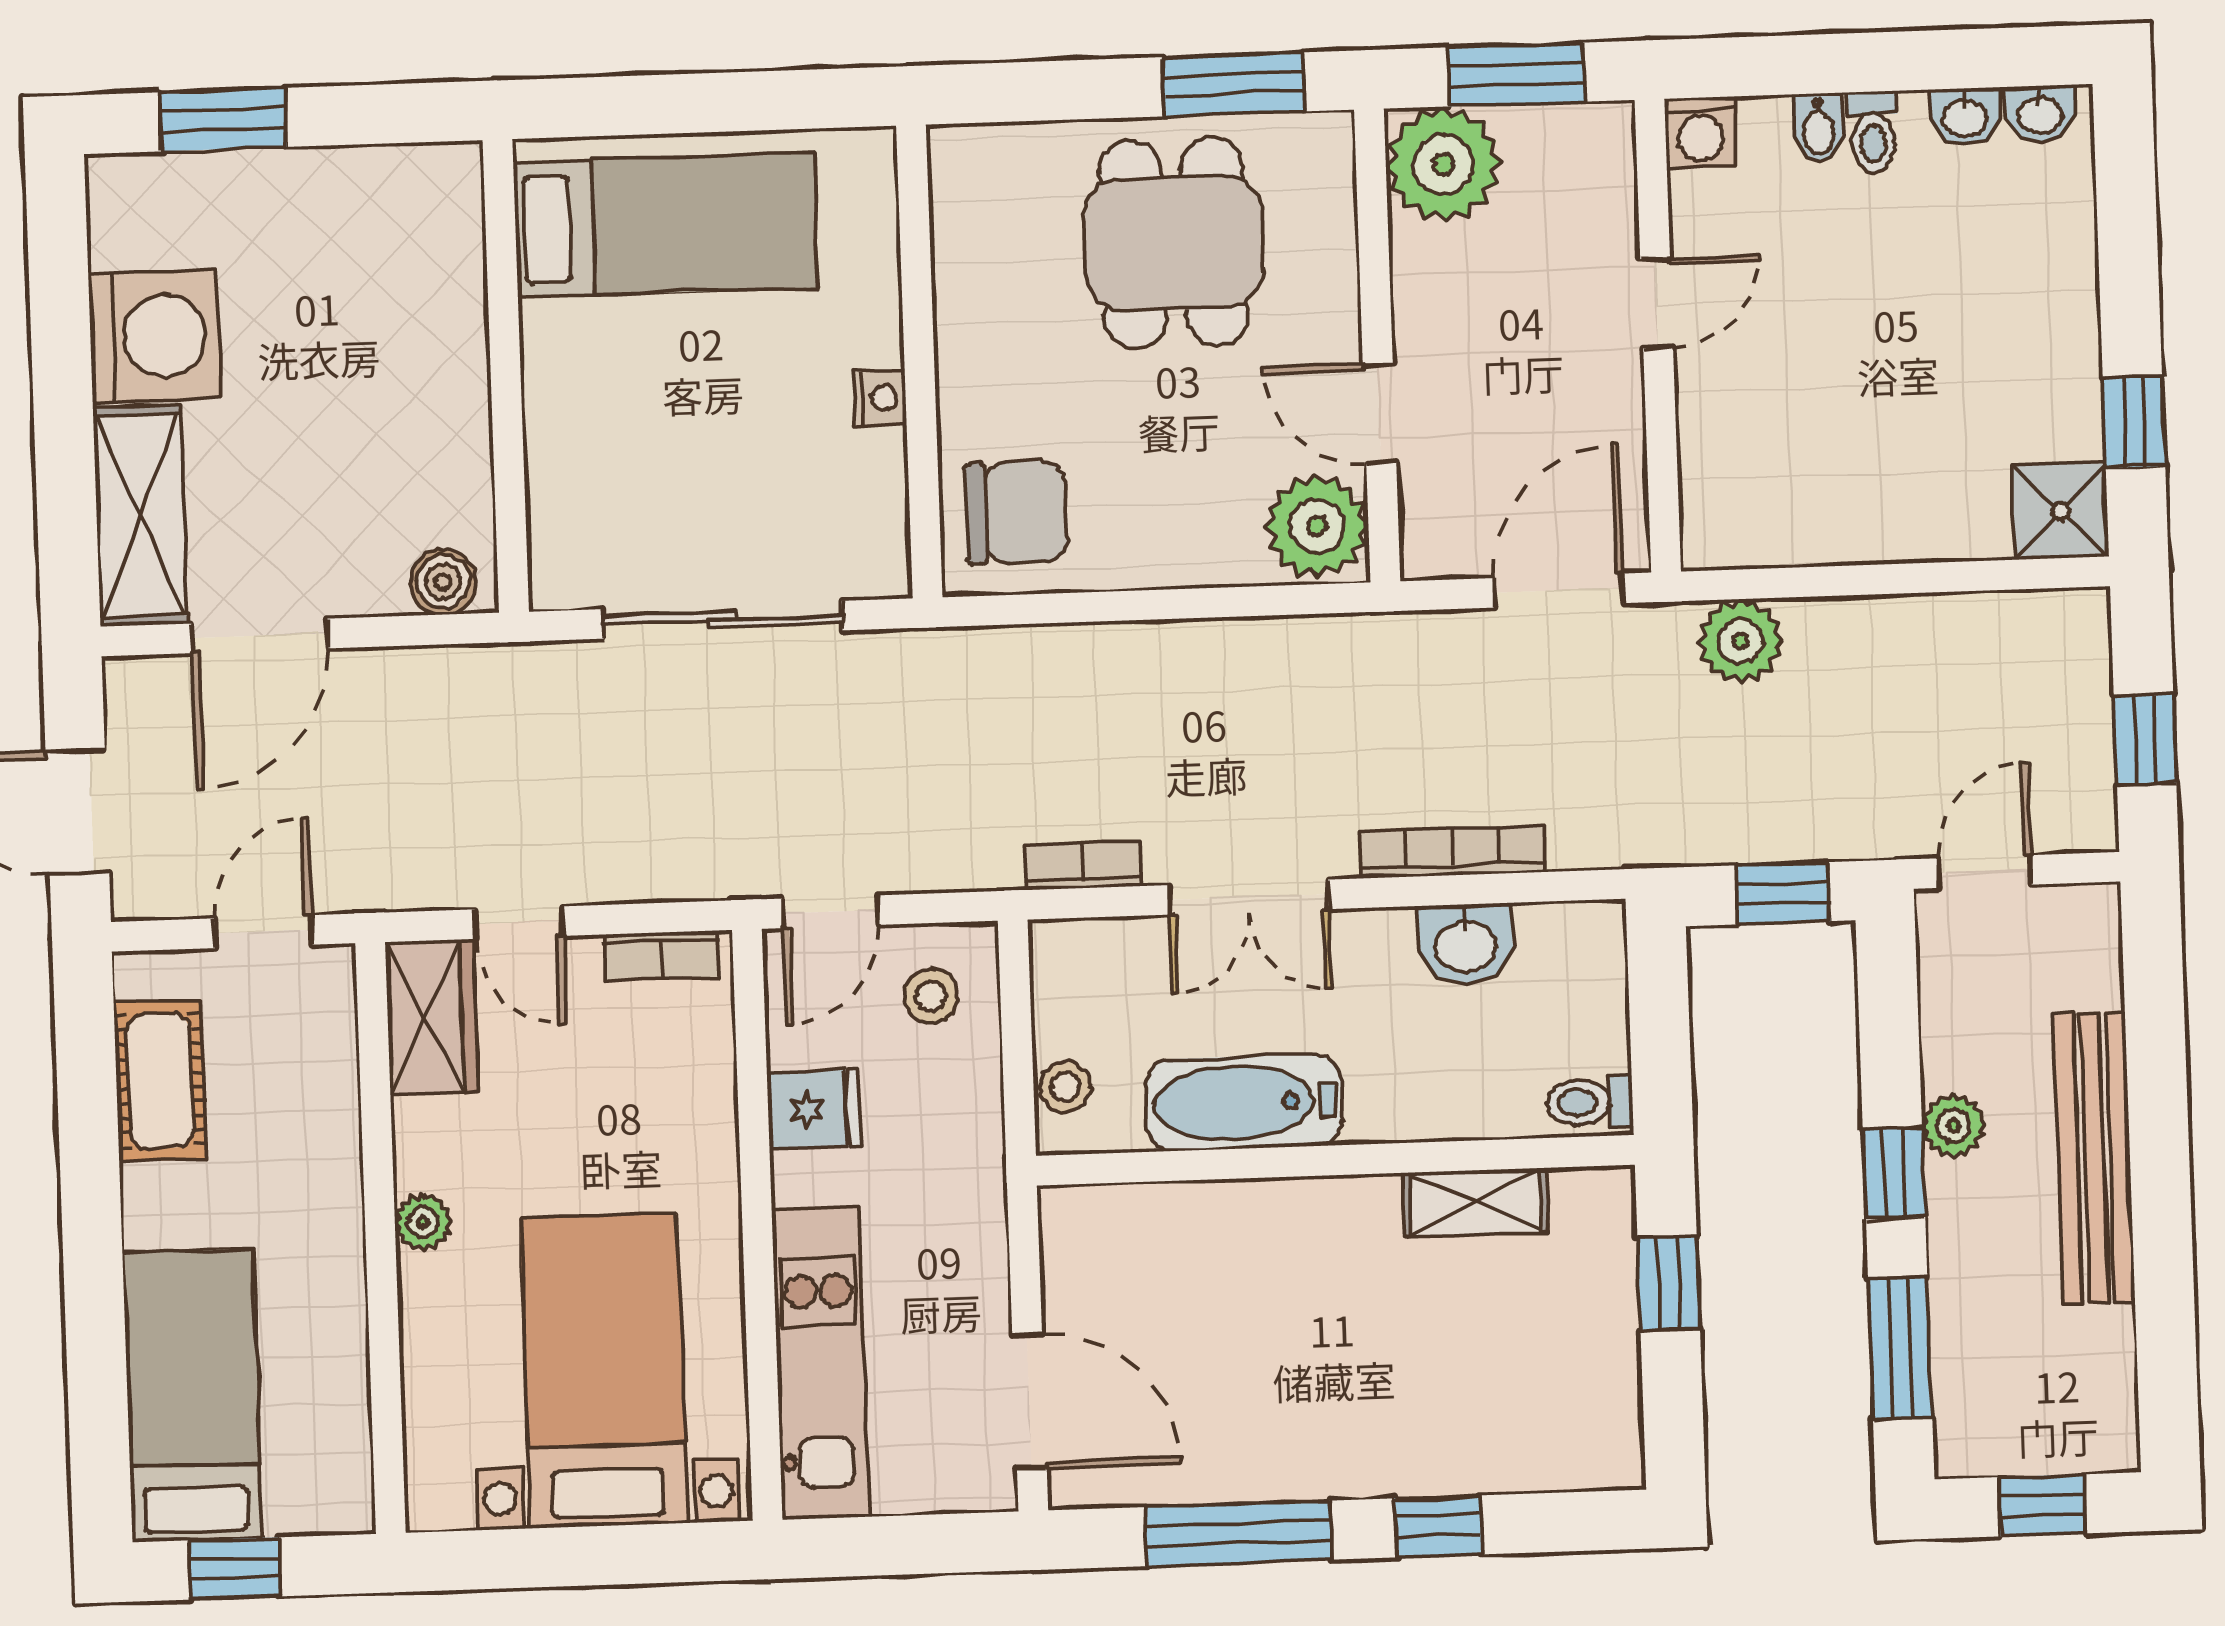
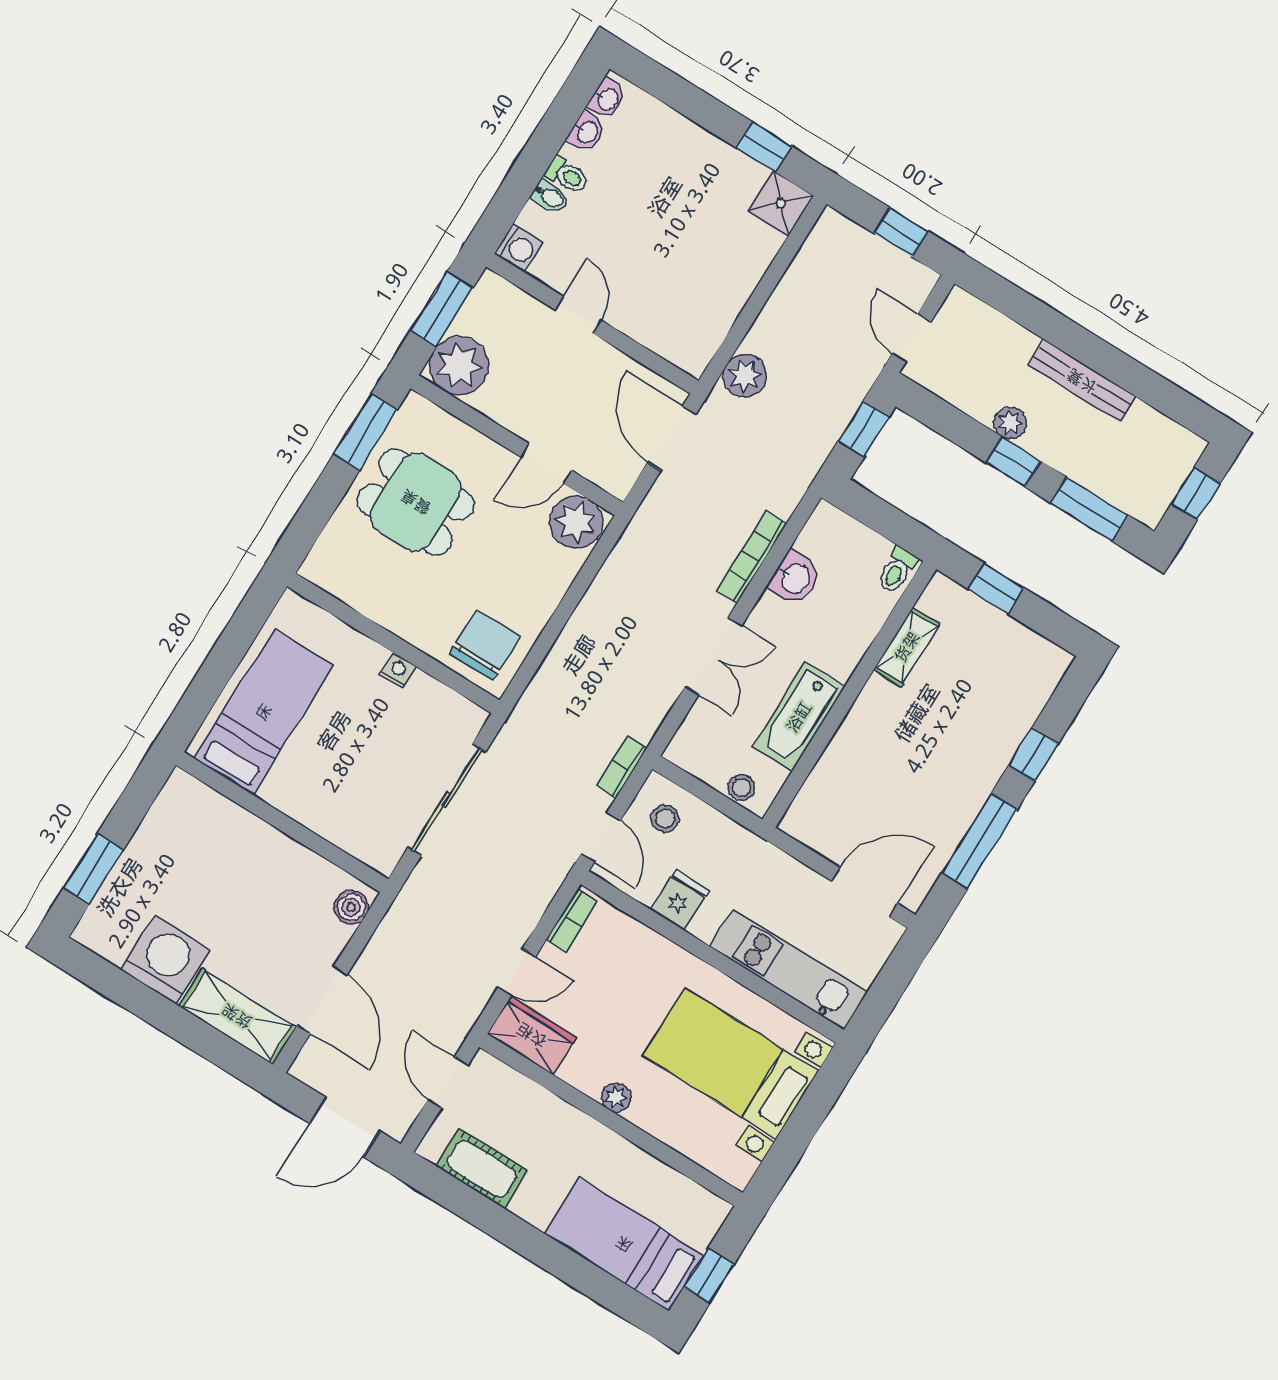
bookcase: (1083, 865) -> (622, 766), moved
bench: (2094, 1158) -> (1082, 381), width x0.73, depth x0.82

